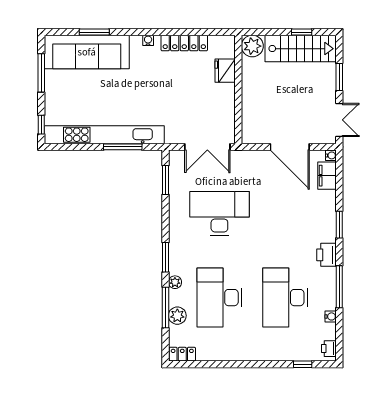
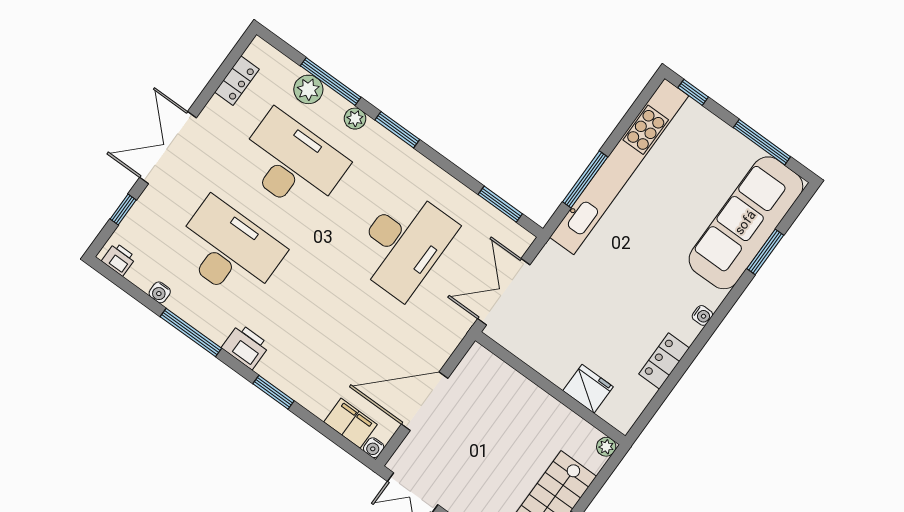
locker: (184, 43) -> (664, 361), width x0.66
plant: (252, 46) -> (606, 447), width x0.53, depth x0.53
locker: (182, 354) -> (237, 81), moved
double door: (256, 364) -> (168, 148), added

